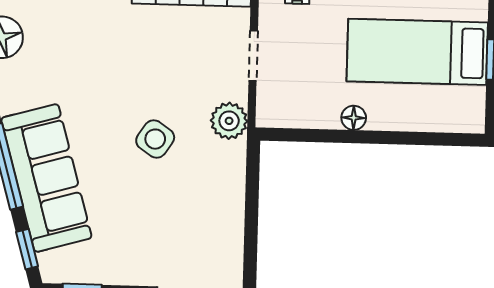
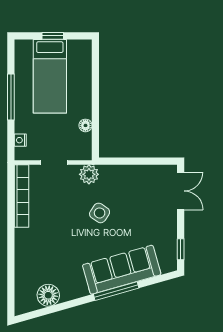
floor lamp: (354, 118) -> (85, 125), moved
window: (27, 249) -> (159, 279), removed

